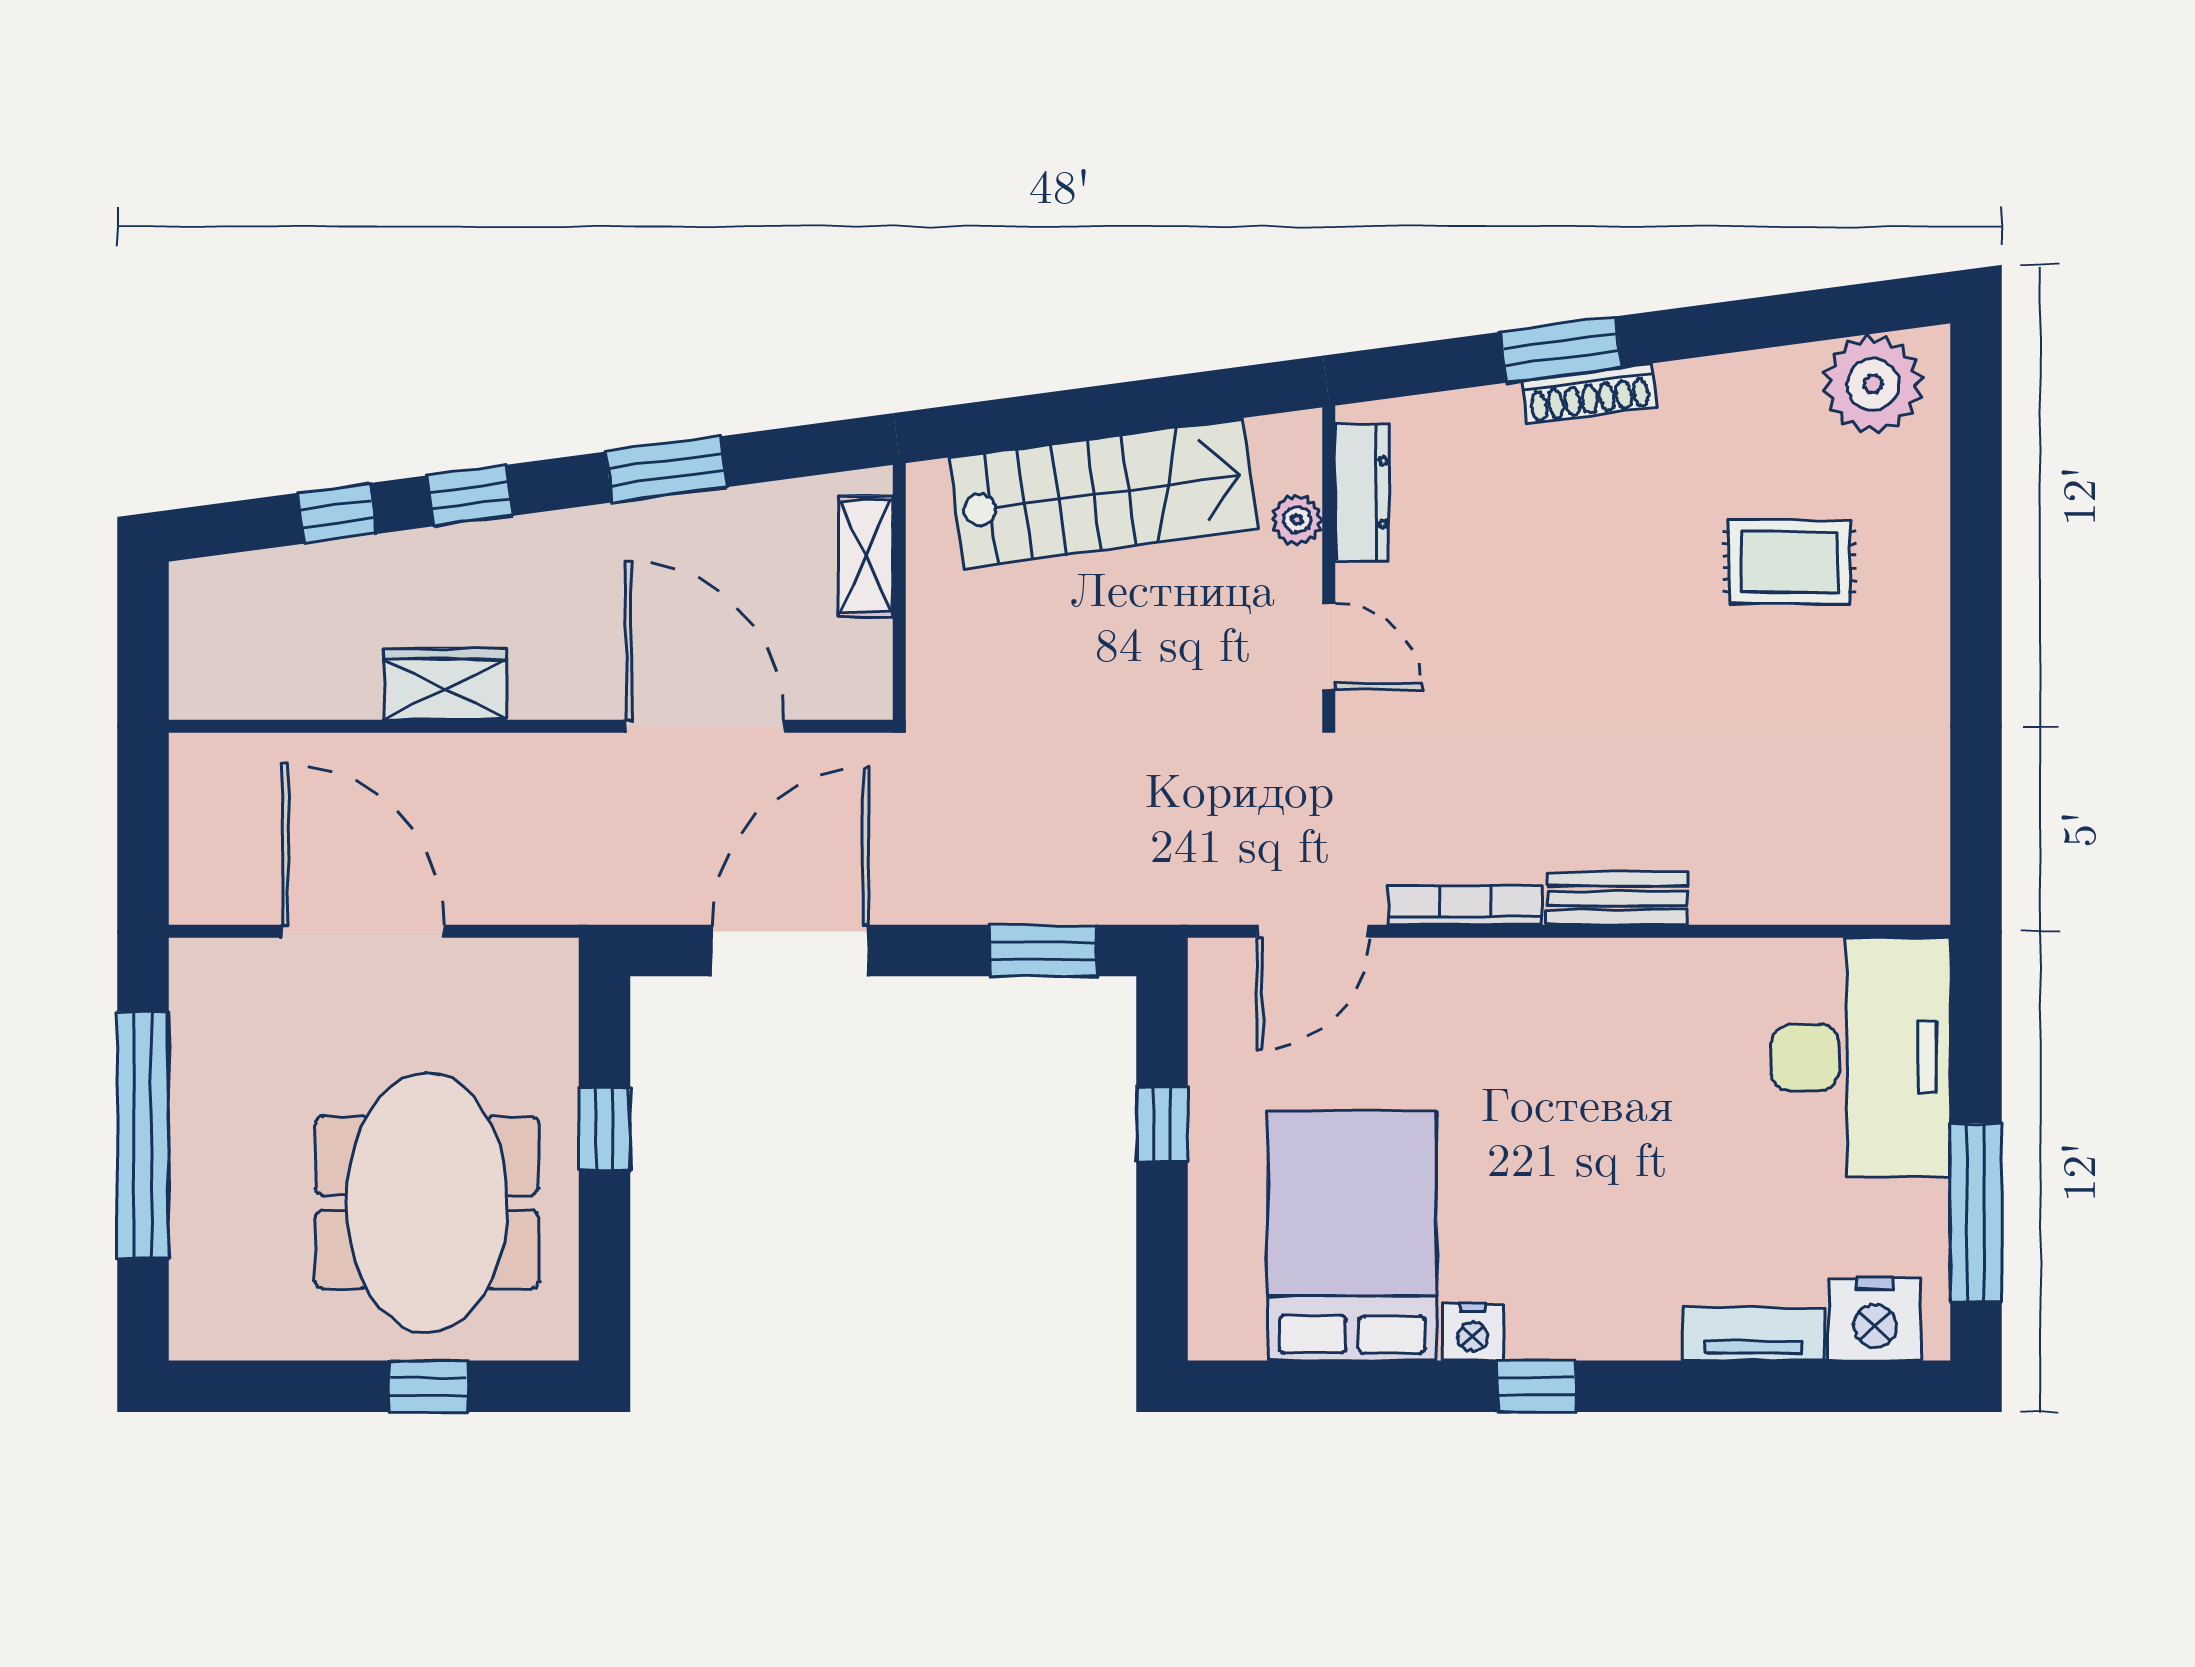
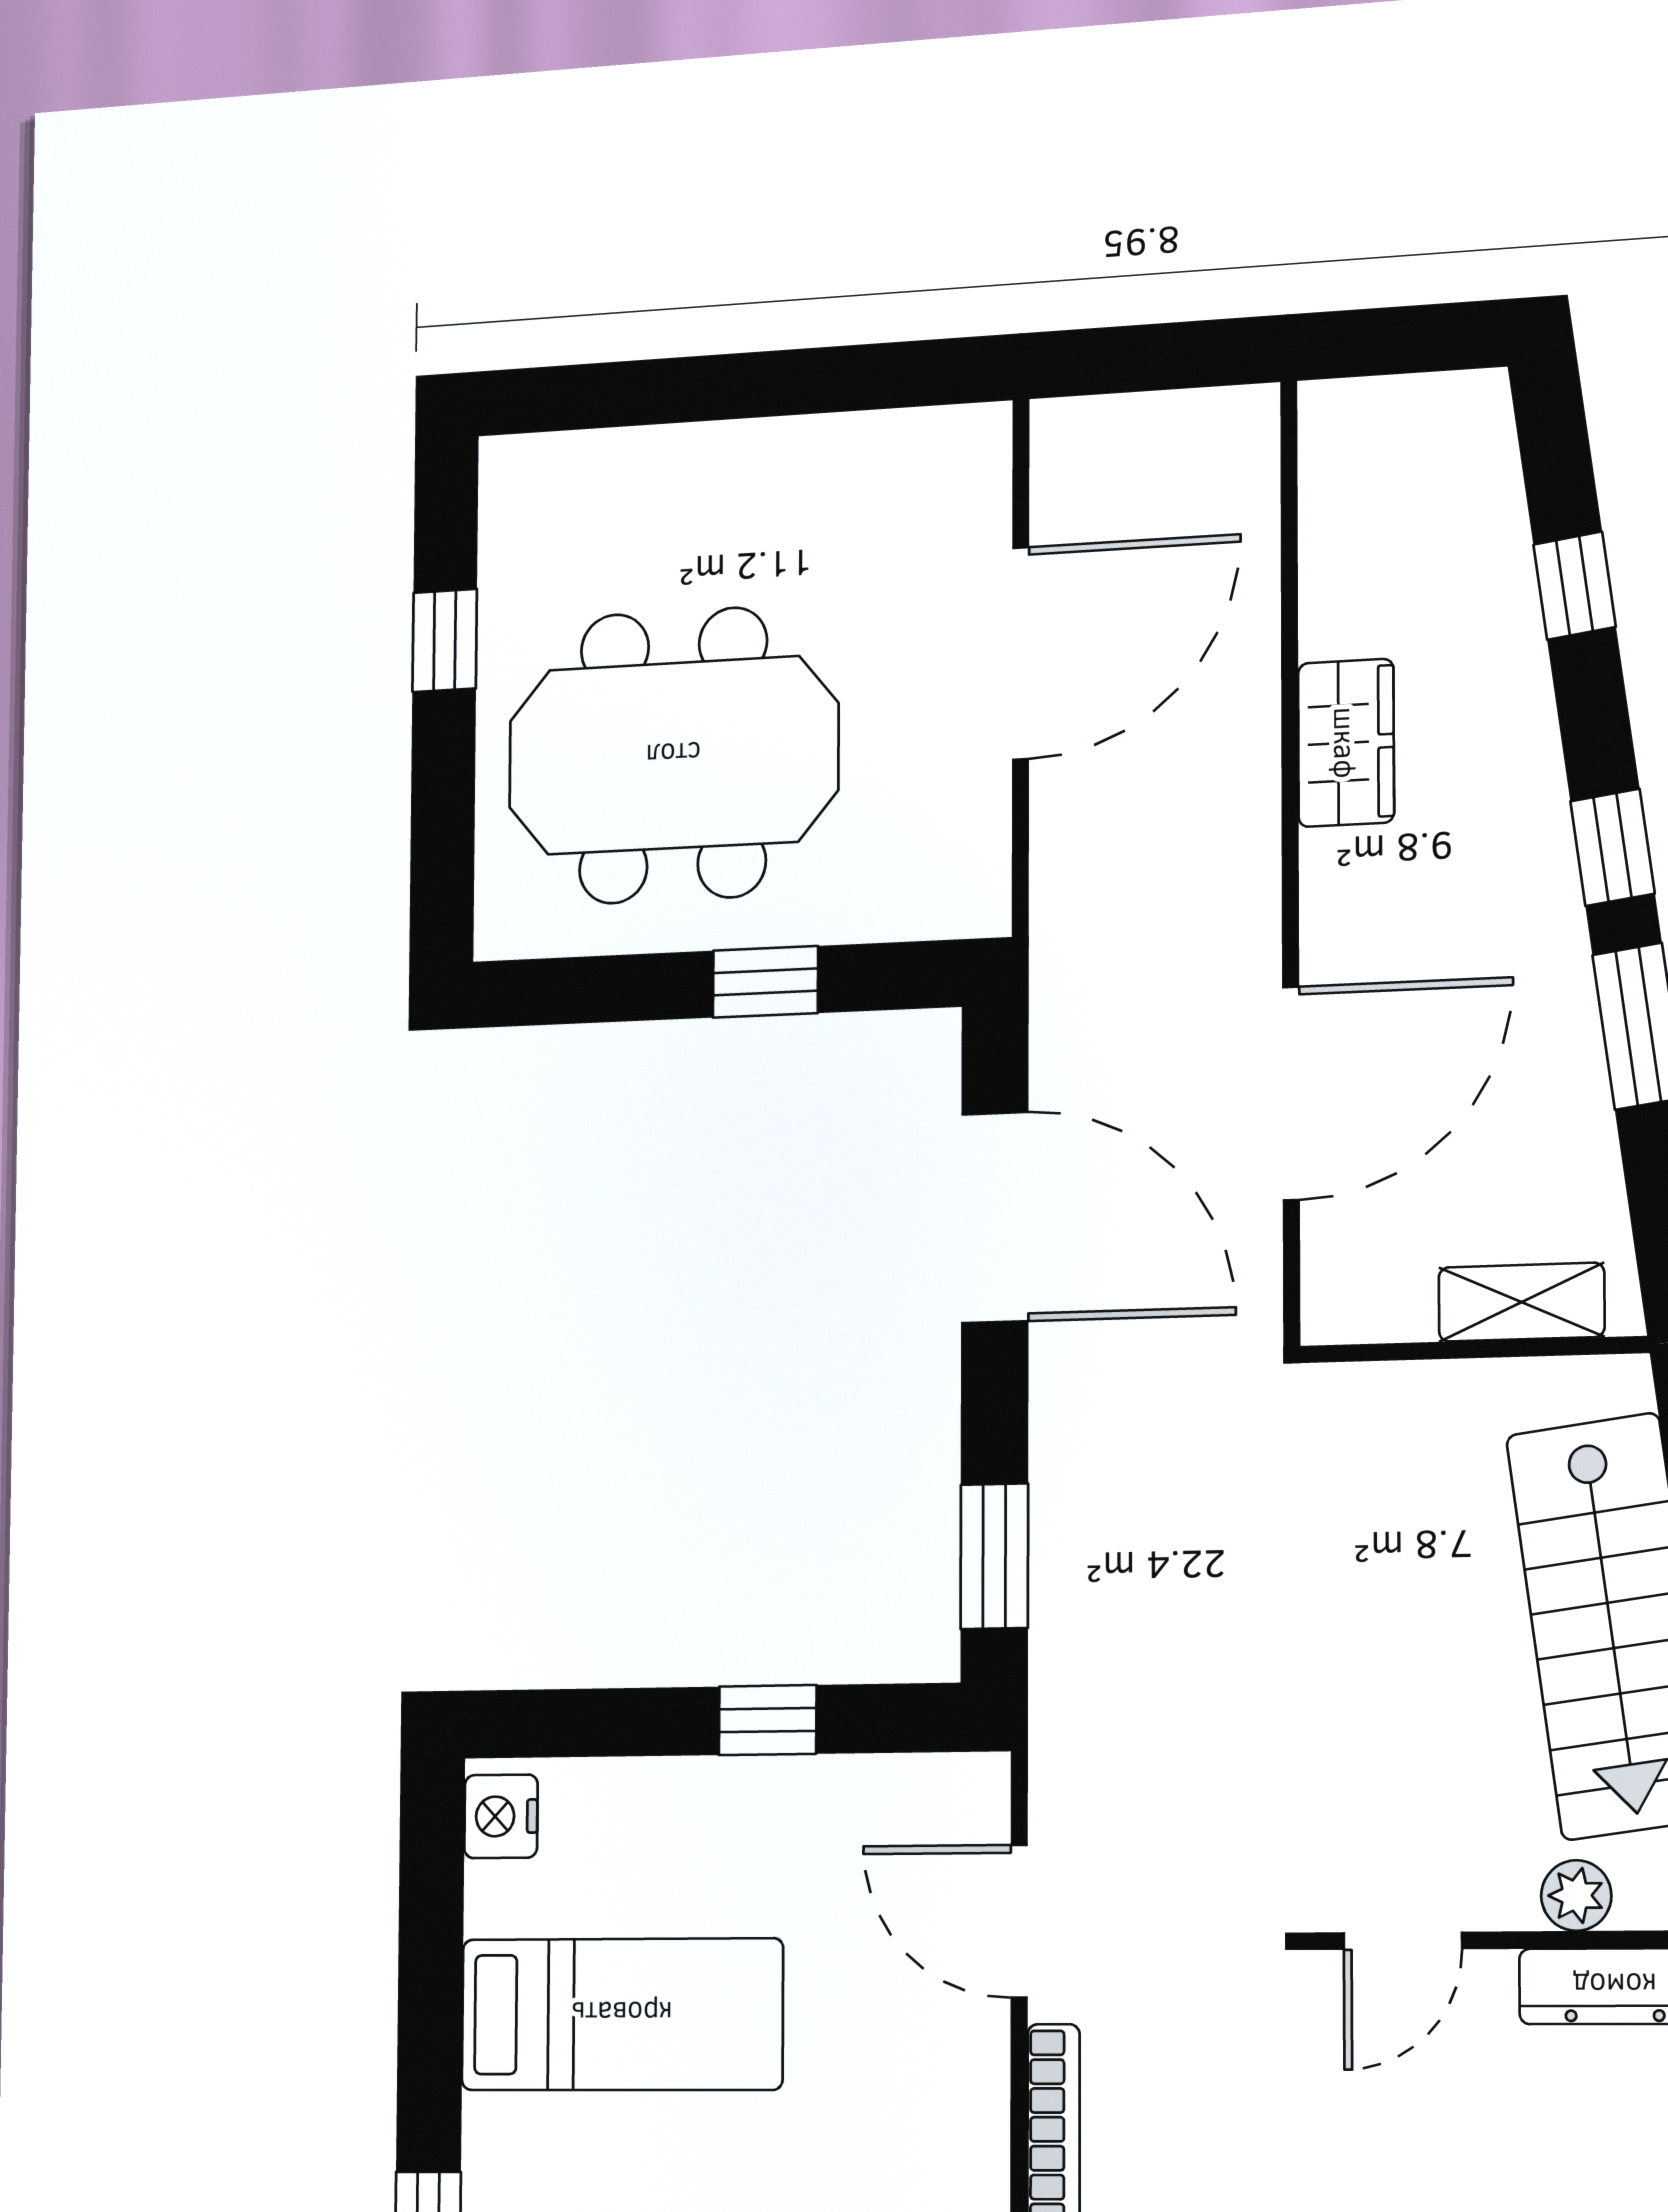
window: (470, 496) -> (1612, 847), moved
window: (143, 1135) -> (761, 384), removed
bed: (1352, 1236) -> (622, 2014), width x0.67
nightstand: (1473, 1332) -> (501, 1816), moved
window: (429, 1386) -> (445, 641), moved

